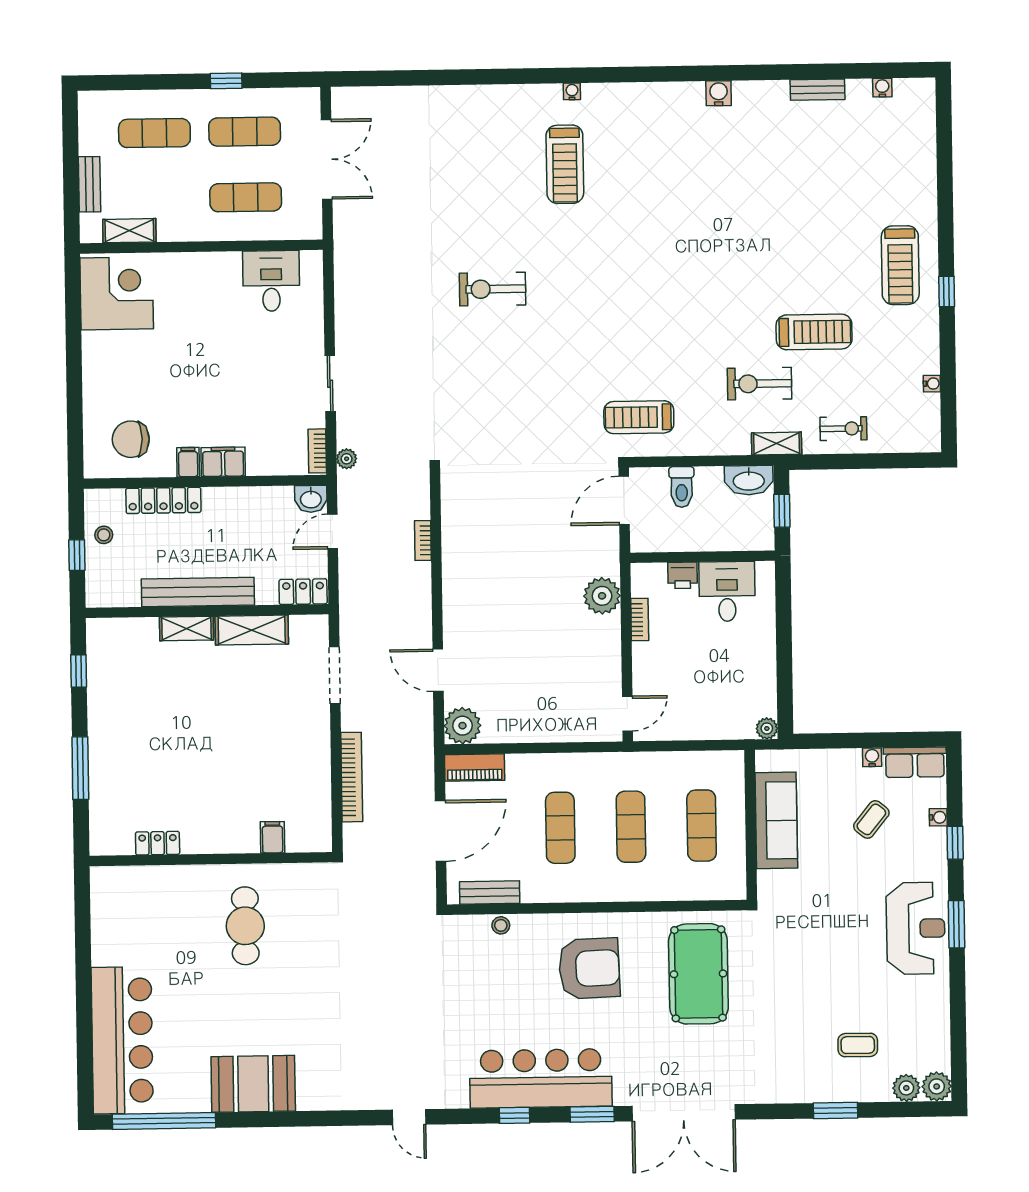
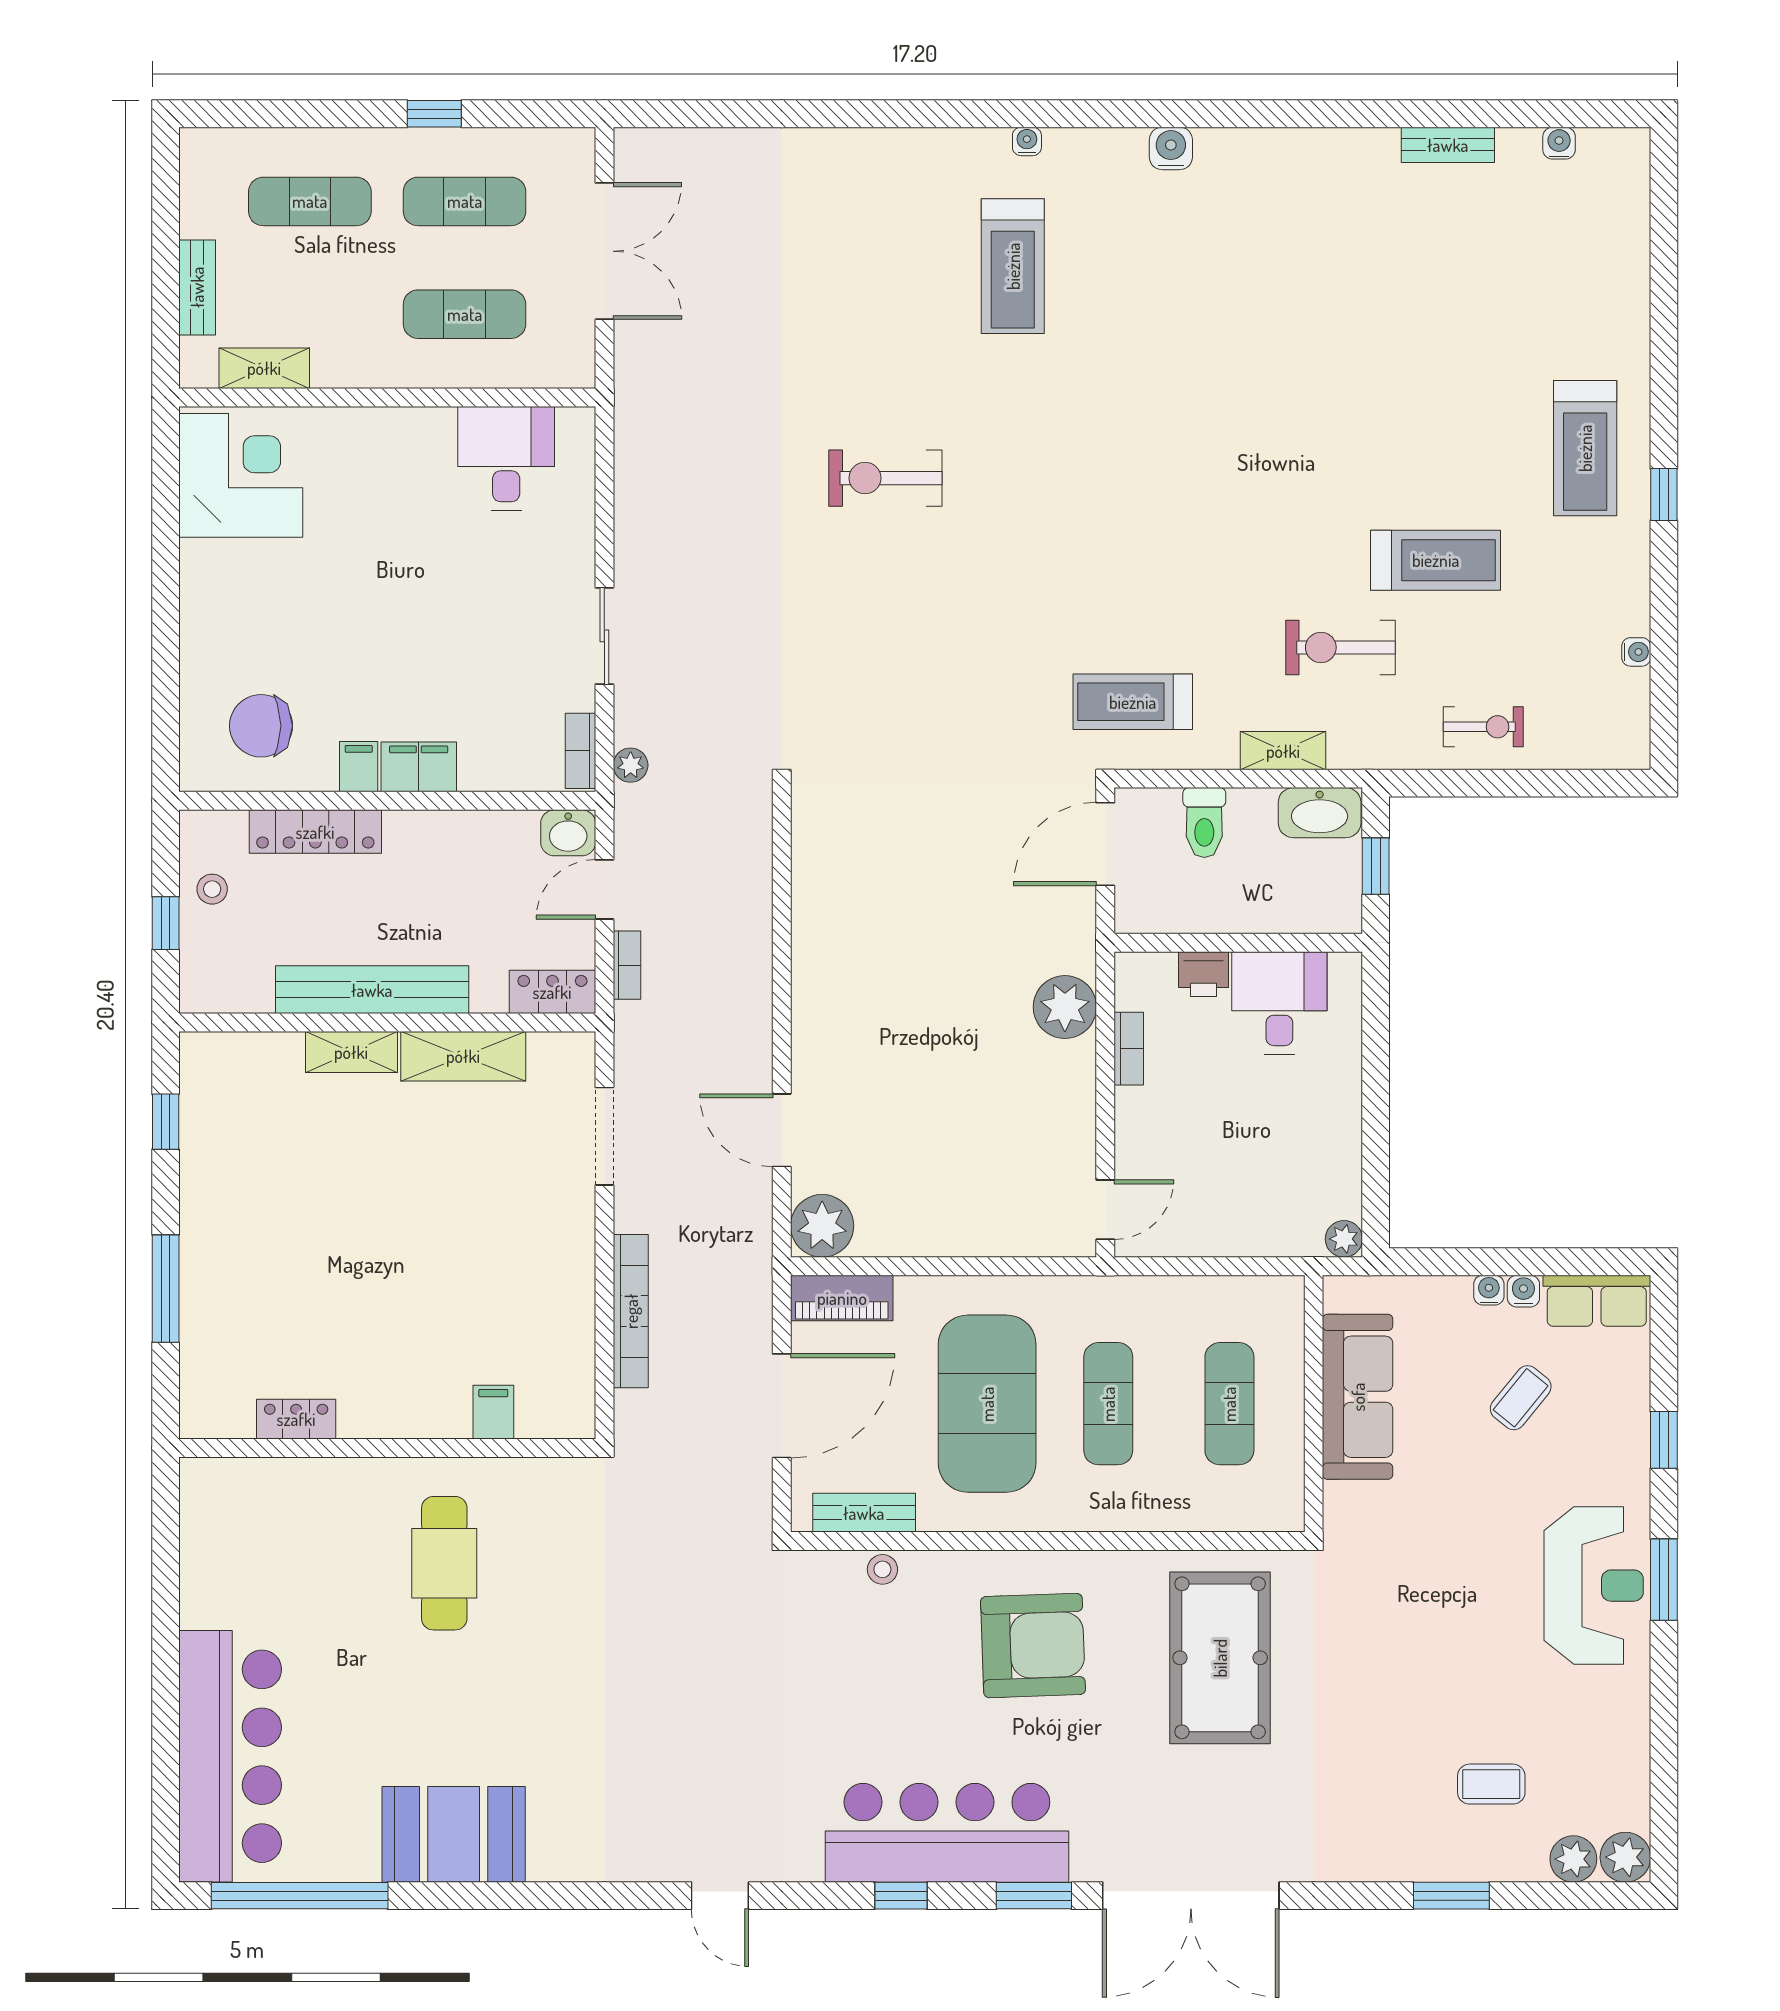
water cooler: (719, 93) -> (1171, 148), moved
shelving: (777, 444) -> (1283, 751), moved
bookcase: (423, 541) -> (627, 965), moved, turned 180
water cooler: (938, 817) -> (1489, 1290), moved, turned -90
exercise mat: (560, 828) -> (987, 1404), width x2.00, depth x1.45

